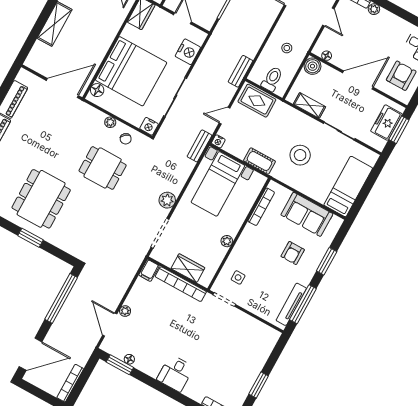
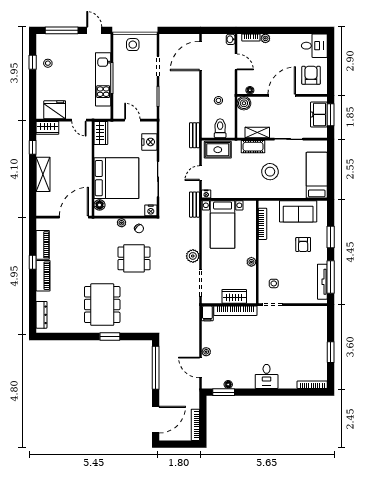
cot: (259, 161) -> (253, 147), moved

